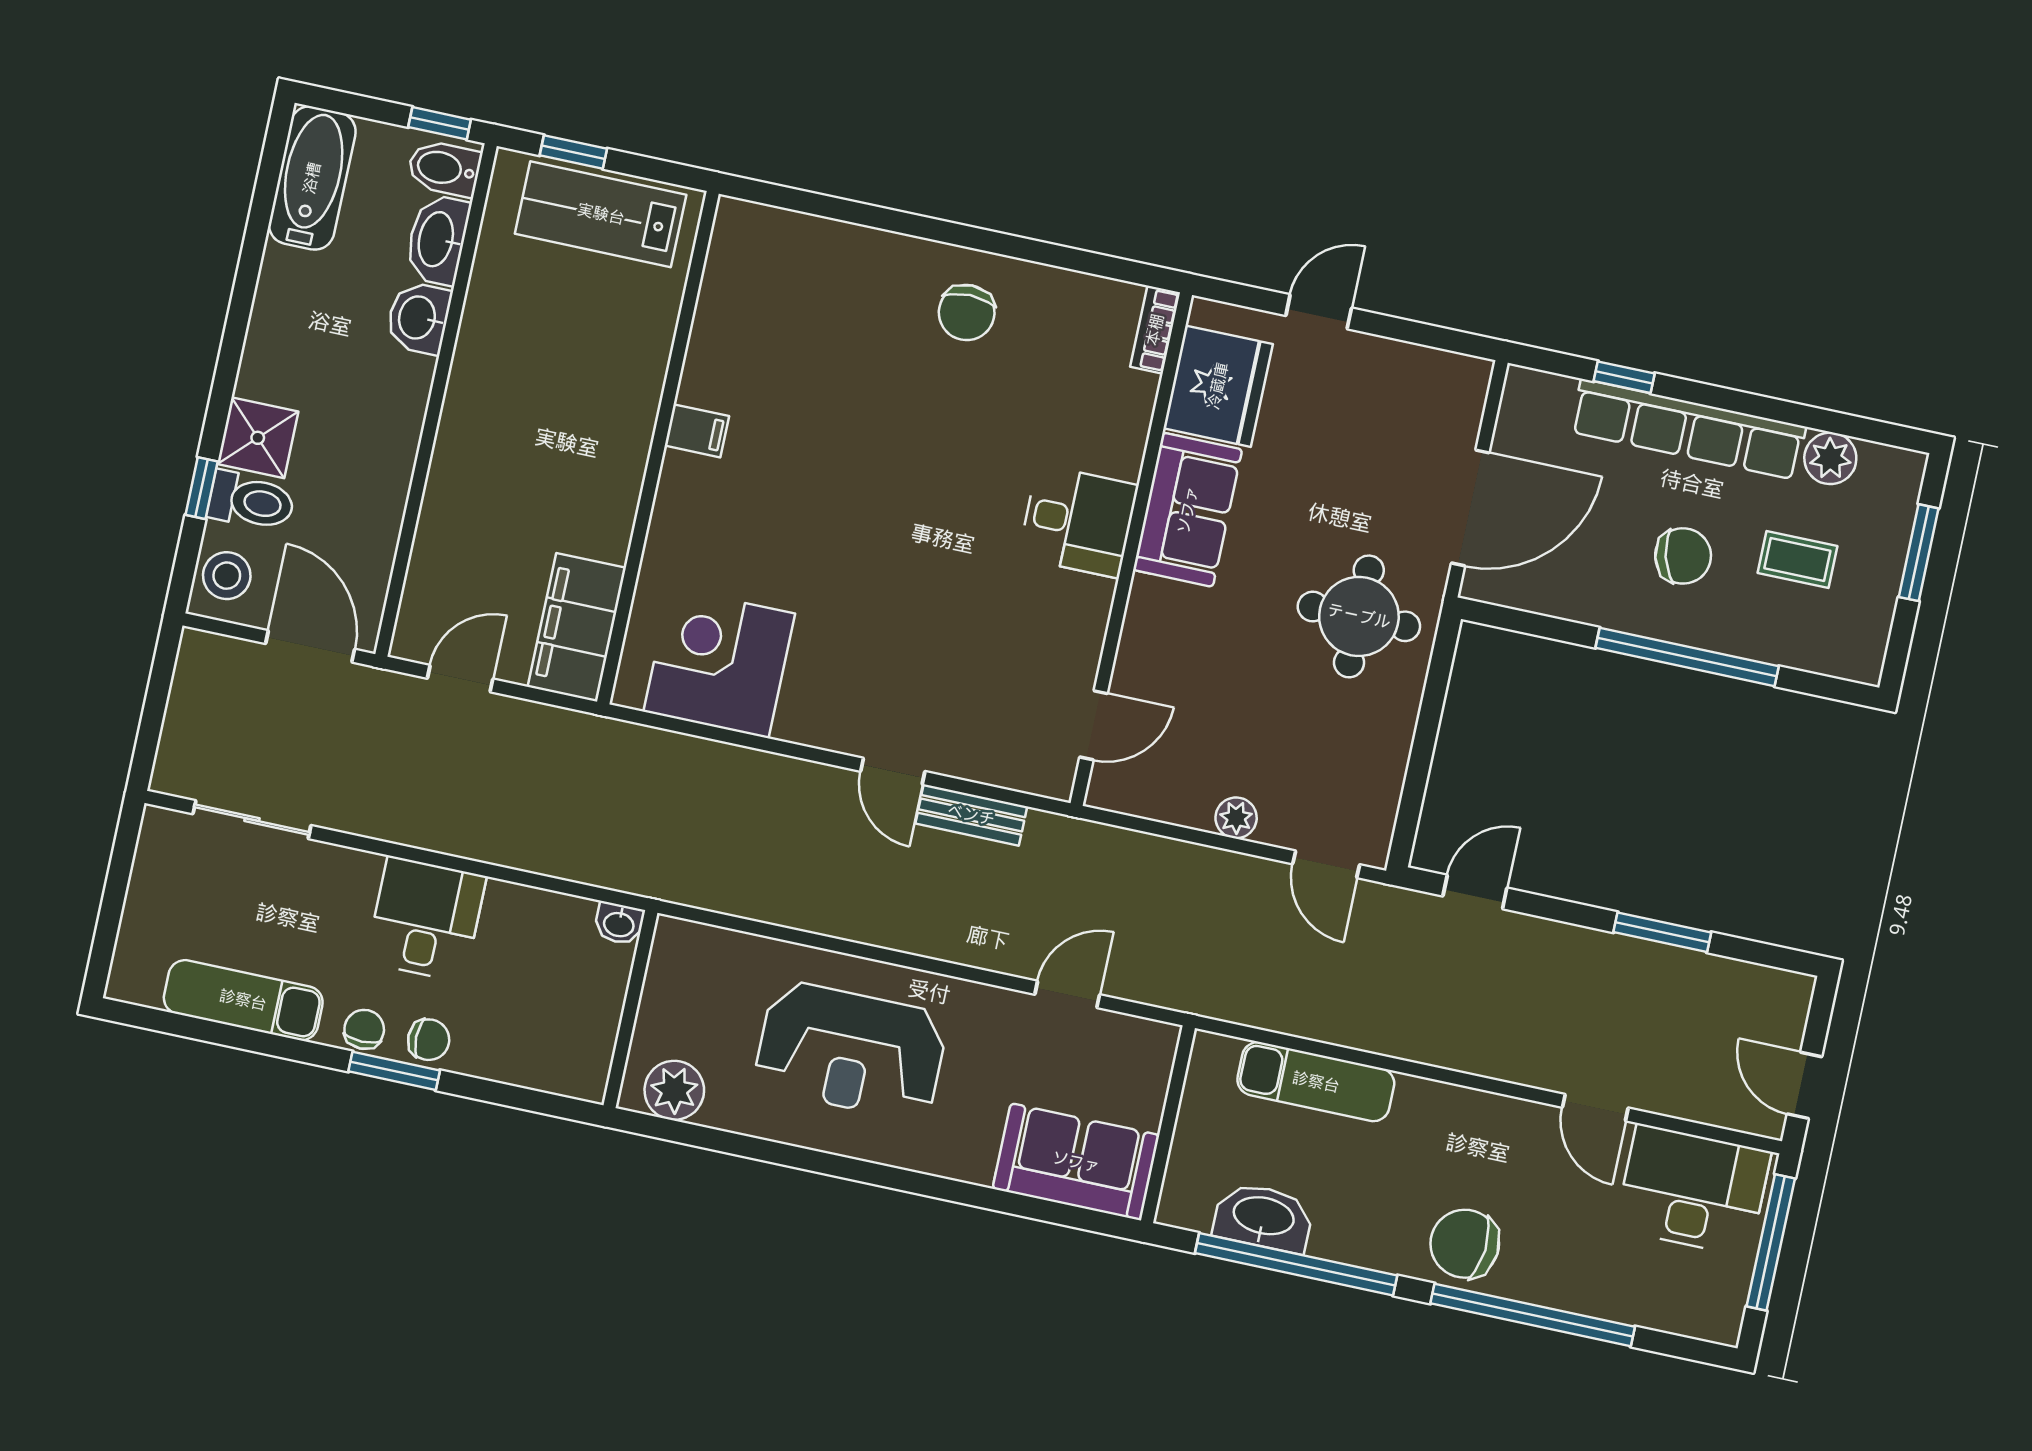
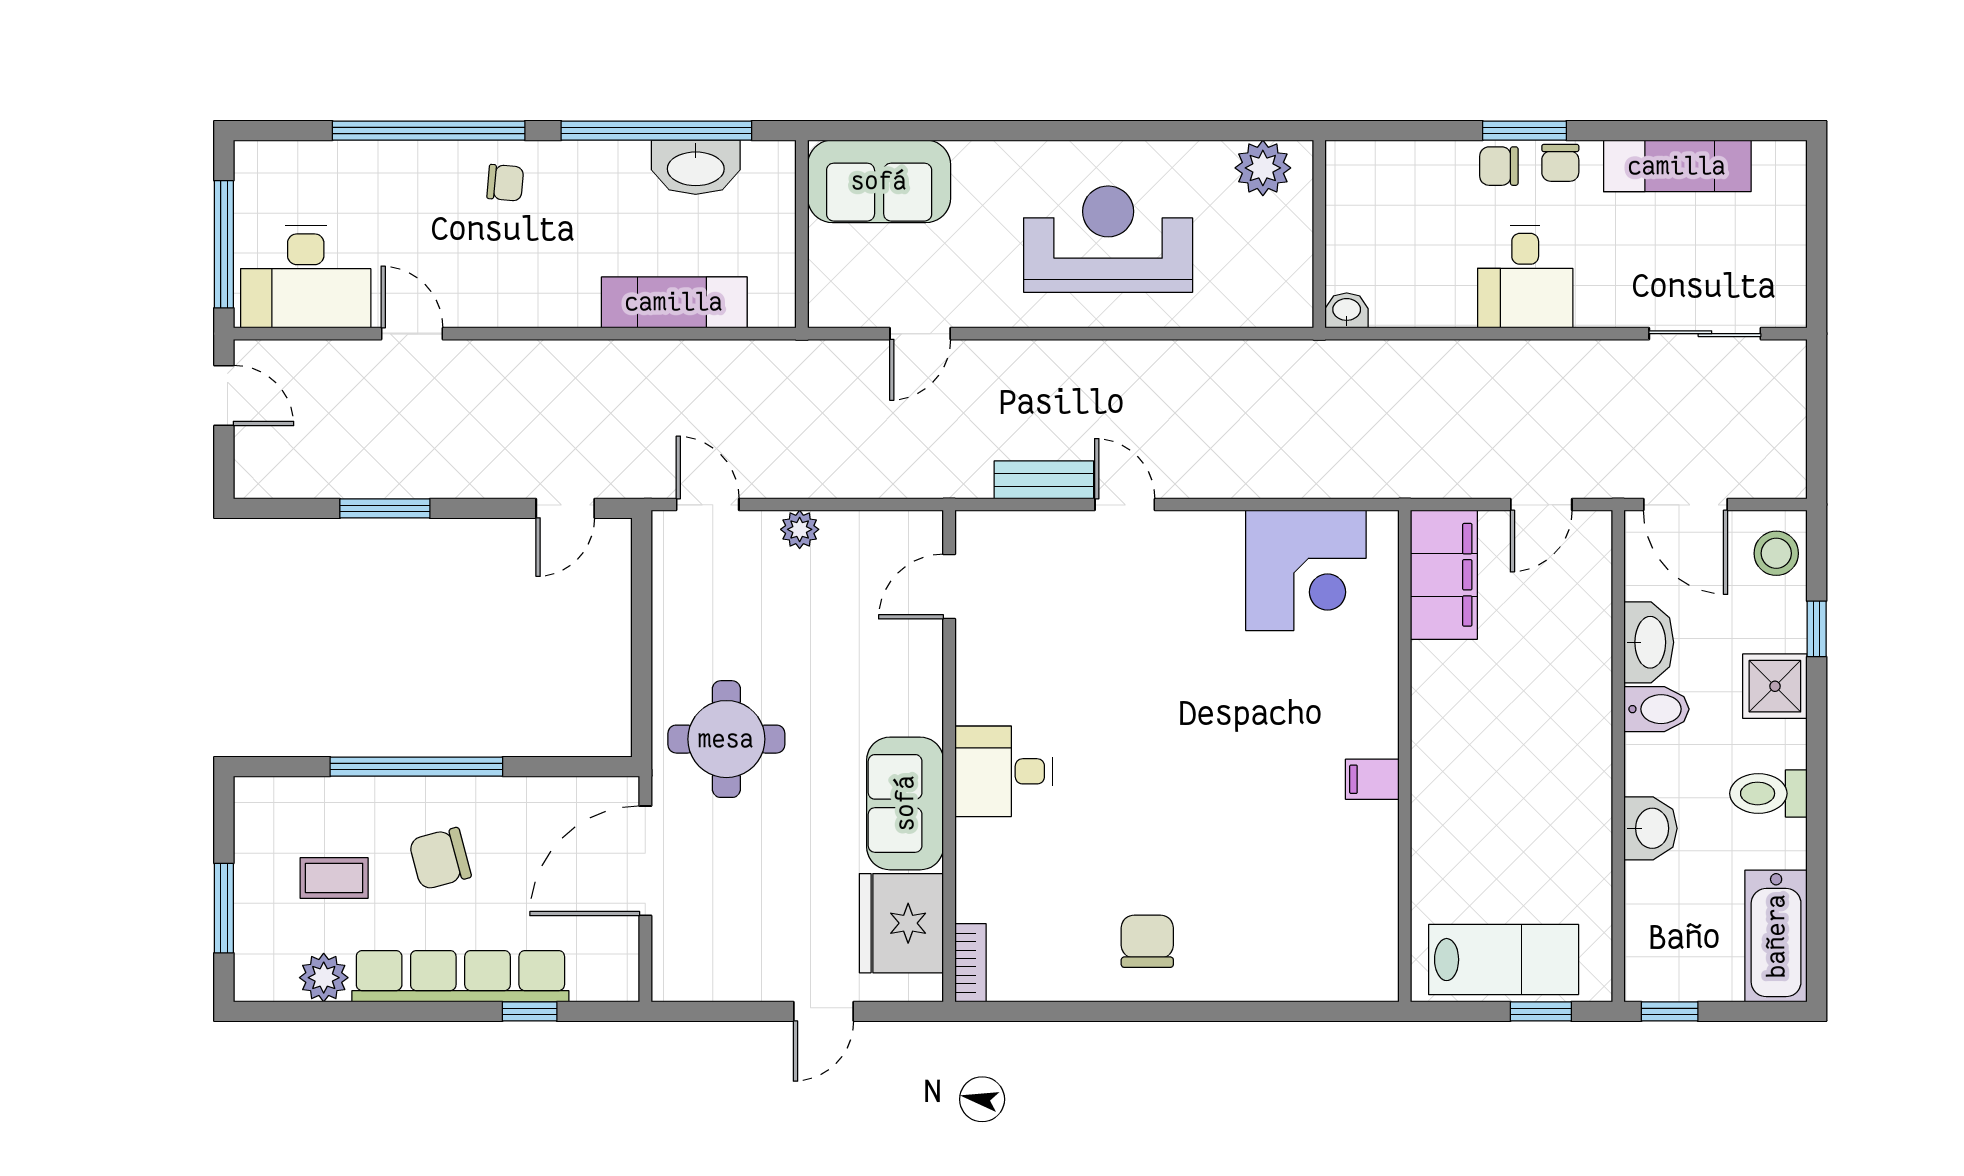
bidet: (444, 168) -> (1657, 709), moved
washbasin: (437, 240) -> (1649, 642), moved
toilet: (251, 501) -> (1768, 793), moved
chair: (1465, 1244) -> (505, 183), width x0.54, depth x0.54

